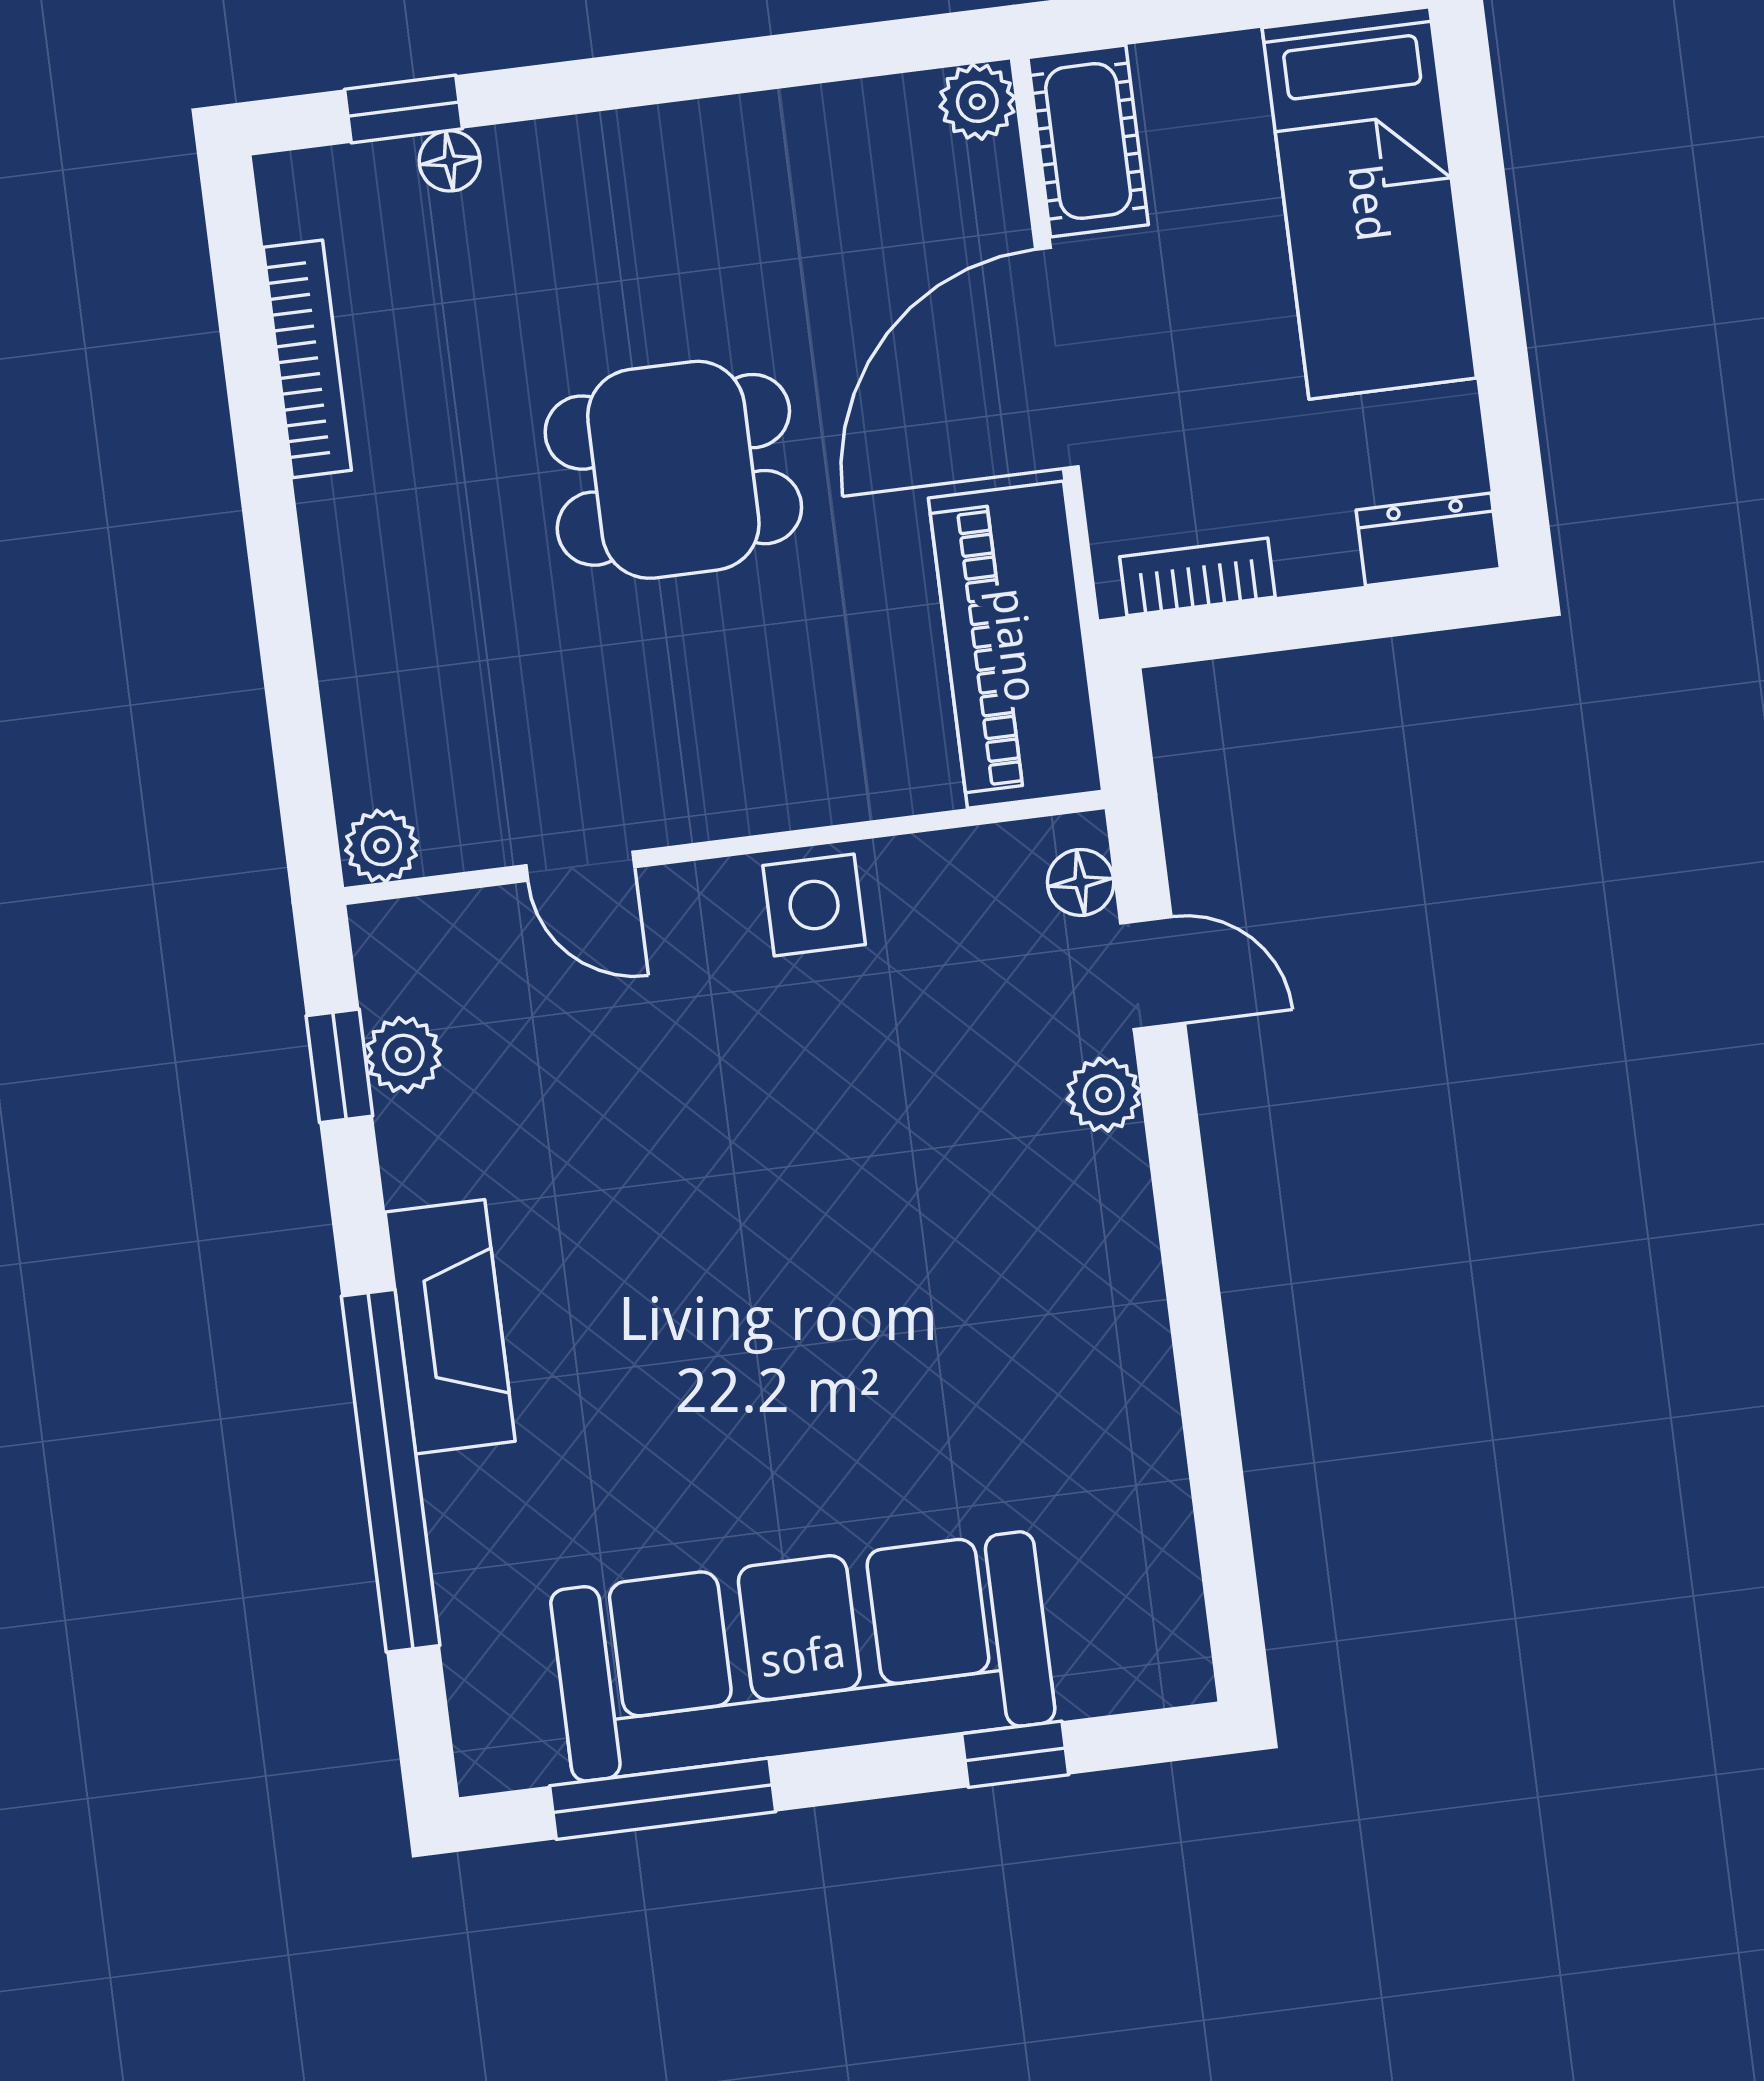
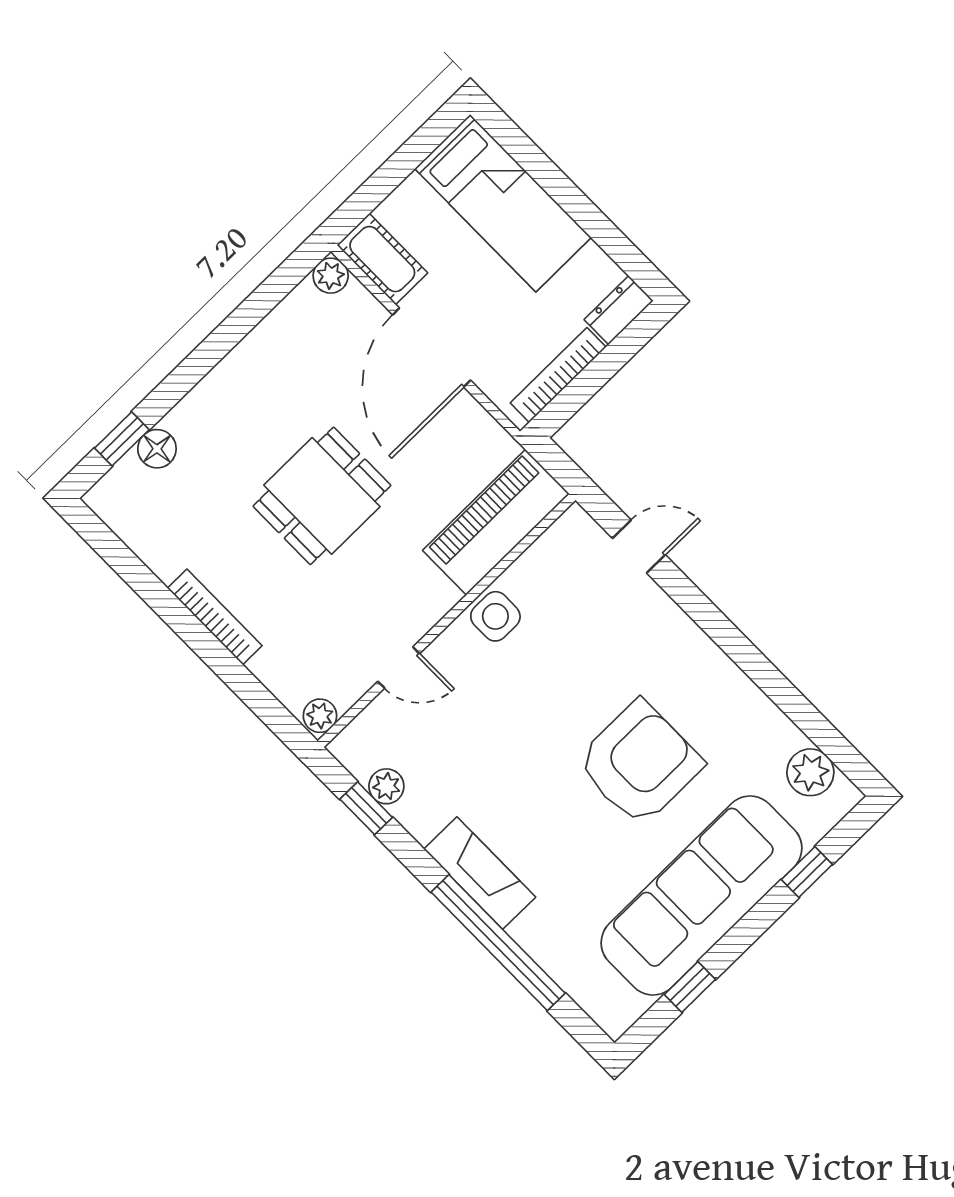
floor lamp: (450, 161) -> (157, 449), width x1.37, depth x1.37
bookcase: (307, 359) -> (215, 617), moved
bookcase: (1197, 577) -> (558, 375), width x1.56
piano: (1015, 645) -> (496, 522), moved, turned 90
floor lamp: (1081, 882) -> (587, 533), removed
plant: (1104, 1095) -> (810, 772), moved, width x1.38, depth x1.38
armchair: (870, 1347) -> (639, 763), added
window: (663, 1799) -> (690, 987), width x0.46

